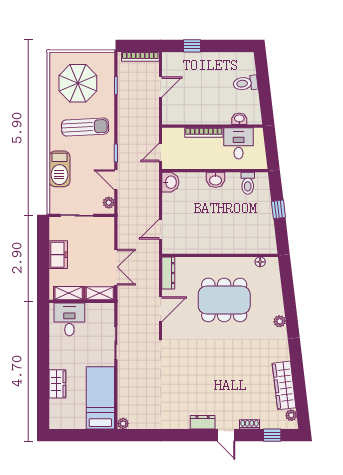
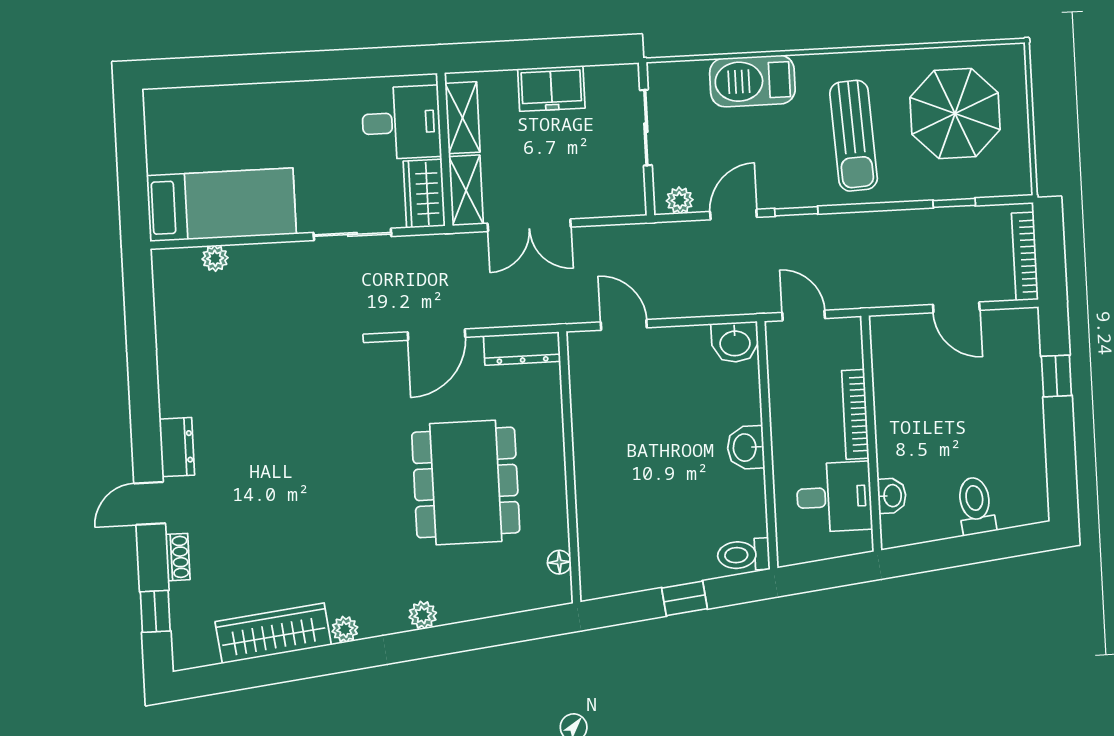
toilet: (248, 183) -> (744, 555), moved
door: (161, 309) -> (436, 335), hinge flipped
wardrobe: (57, 384) -> (424, 194), moved, turned 90
plant: (291, 415) -> (345, 629), moved
plant: (123, 424) -> (215, 258), moved

